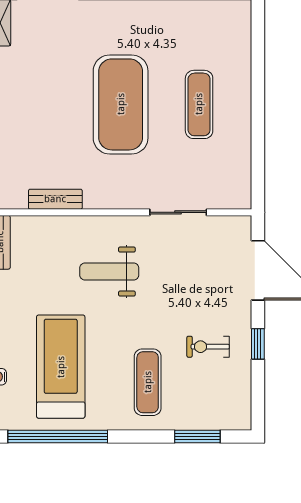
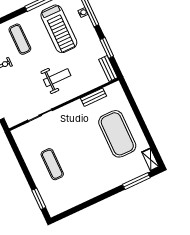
window: (258, 48) -> (39, 199), added
exercise mat: (121, 104) -> (117, 134), moved

